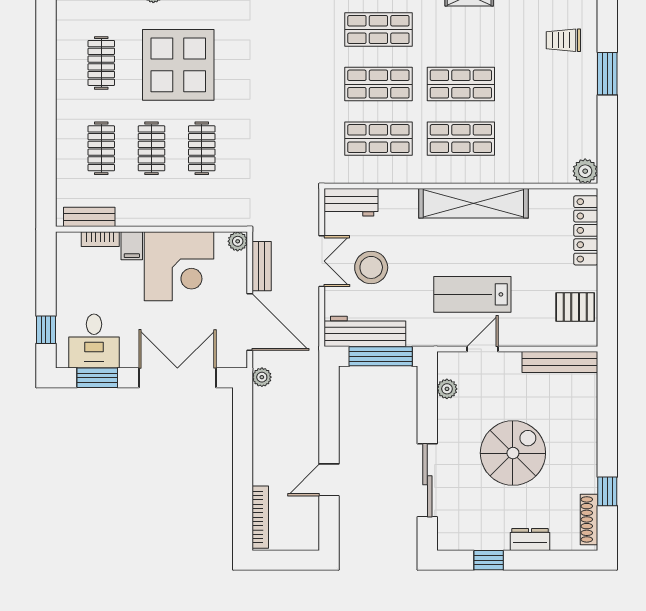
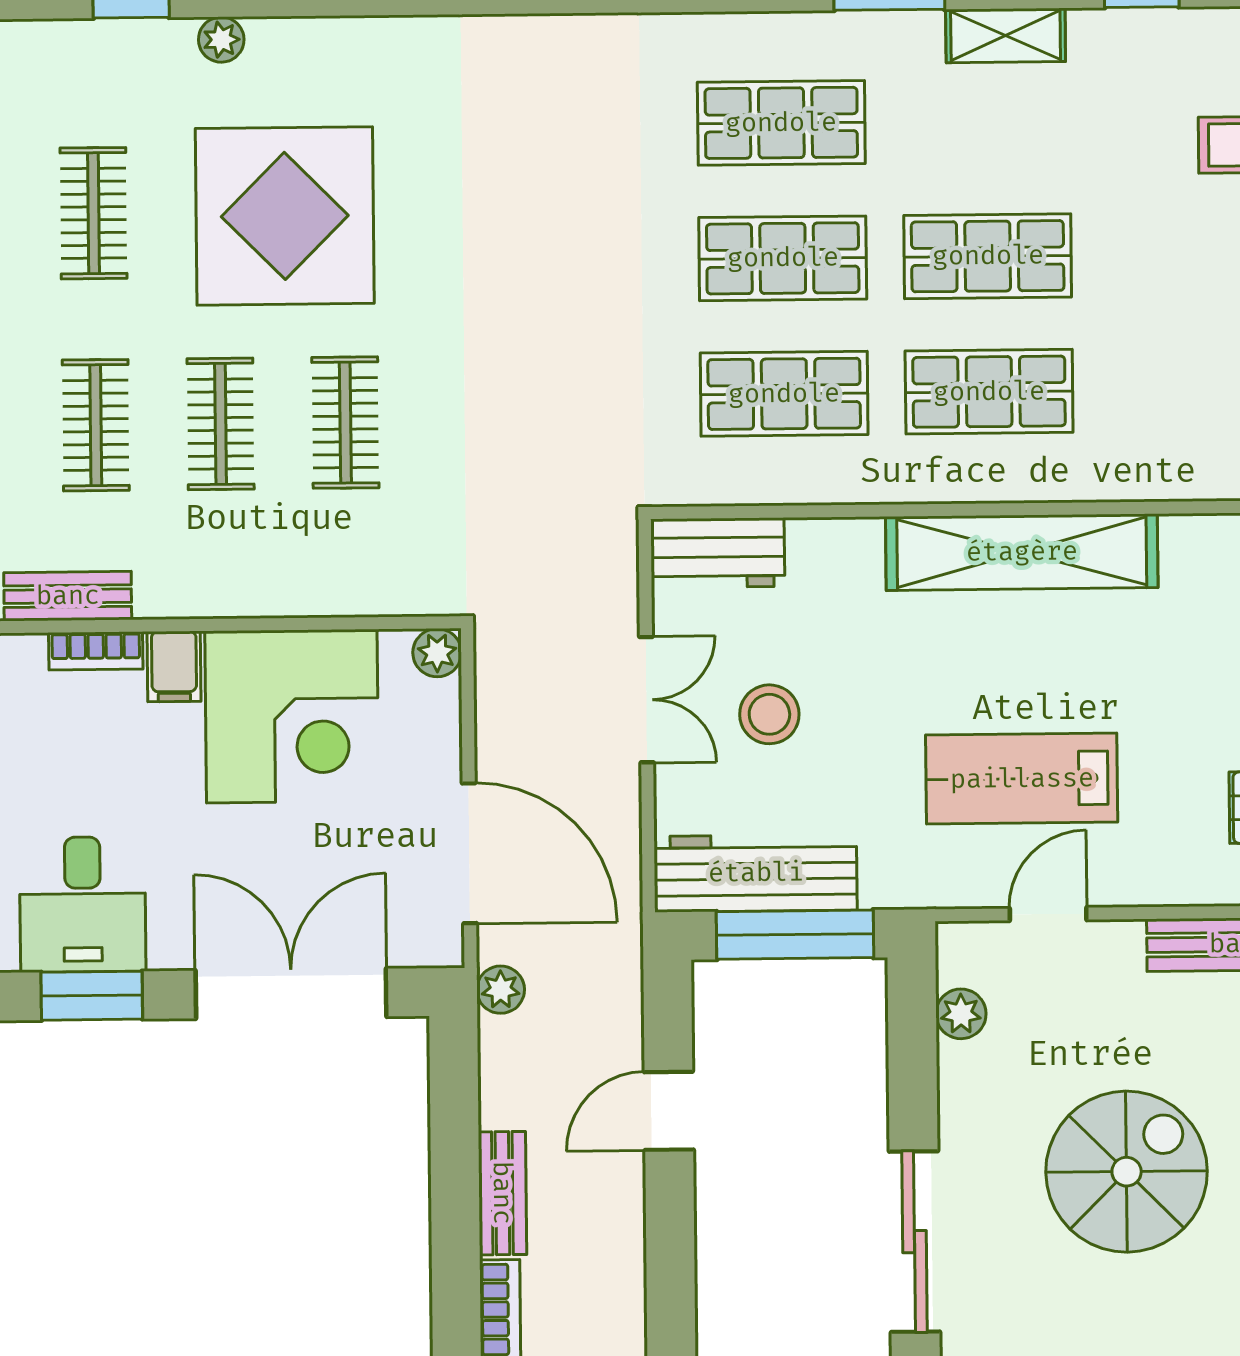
bench: (262, 266) -> (502, 1193), moved
stool: (371, 267) -> (769, 714), width x0.73, depth x0.73
door: (329, 480) -> (669, 1111), moved

